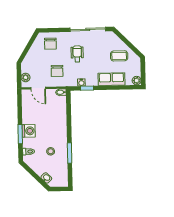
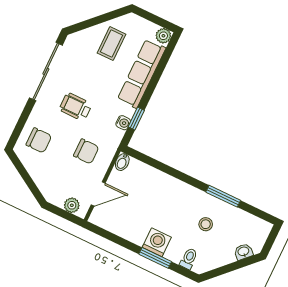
row of seats: (111, 79) -> (142, 74), width x1.48

